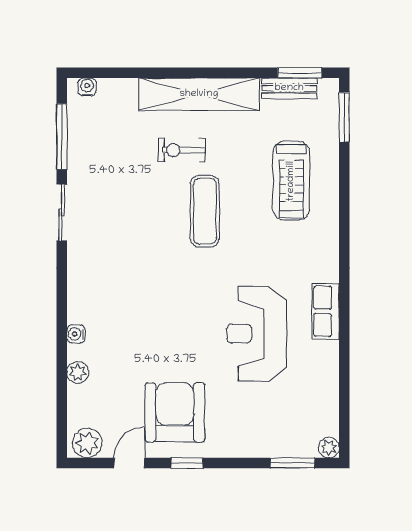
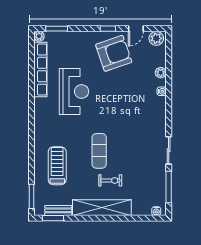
row of seats: (326, 311) -> (40, 70), moved, width x2.02
armchair: (175, 412) -> (114, 53), turned -109

